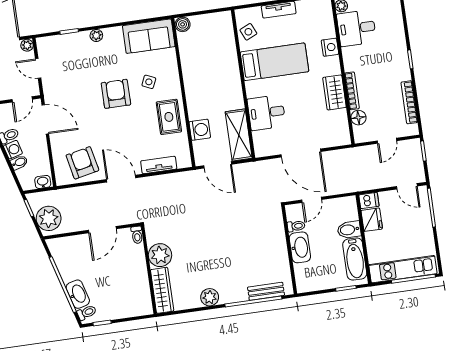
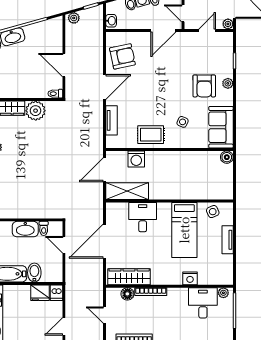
wardrobe: (334, 92) -> (129, 277), moved, width x1.50
armchair: (116, 94) -> (204, 86), moved, turned 90
plant: (49, 218) -> (74, 18), width x0.53, depth x0.53

